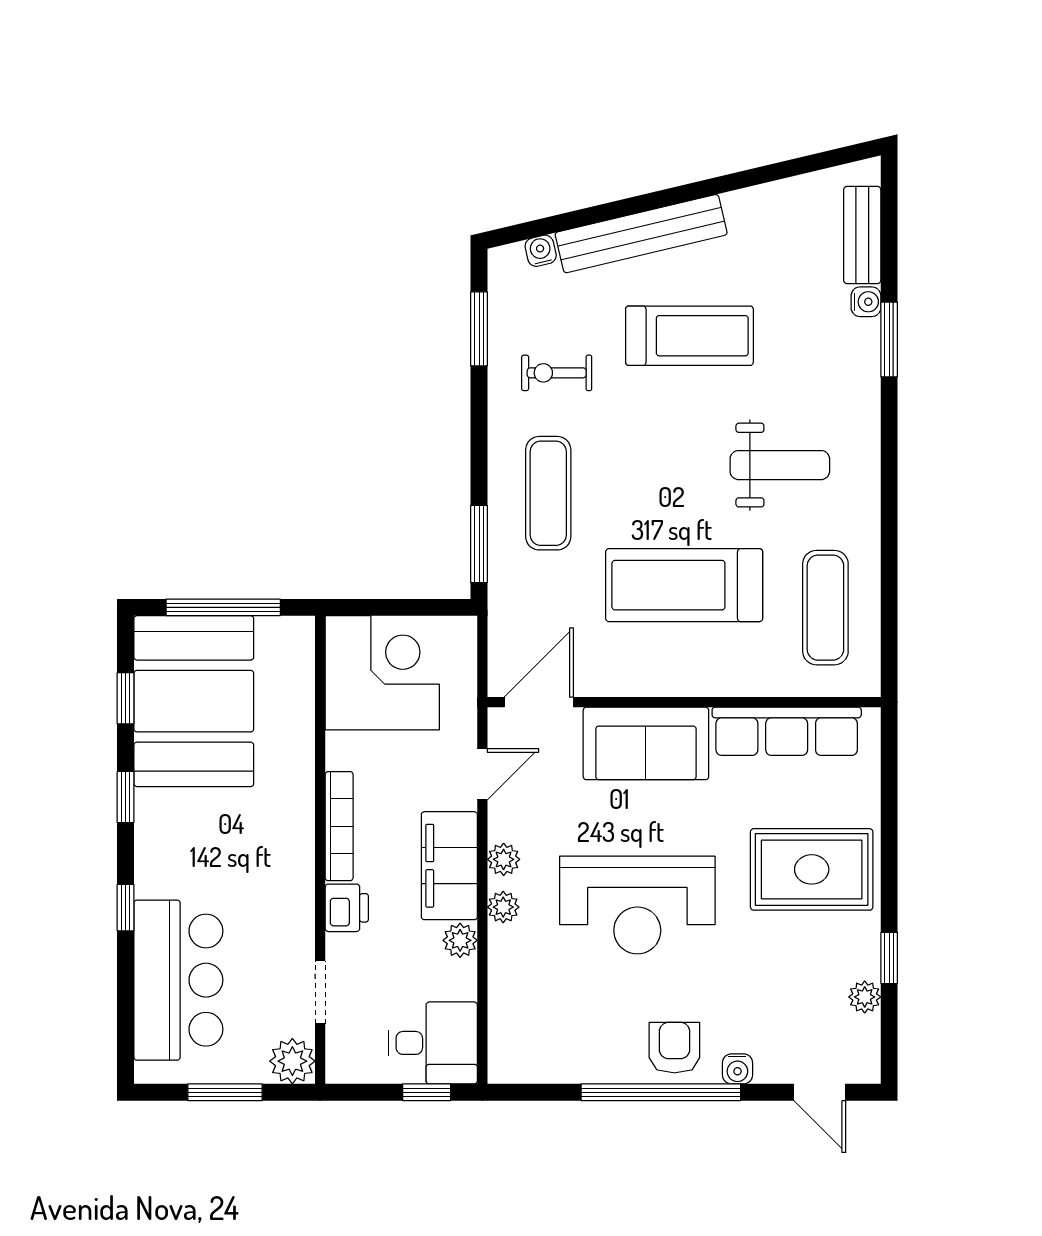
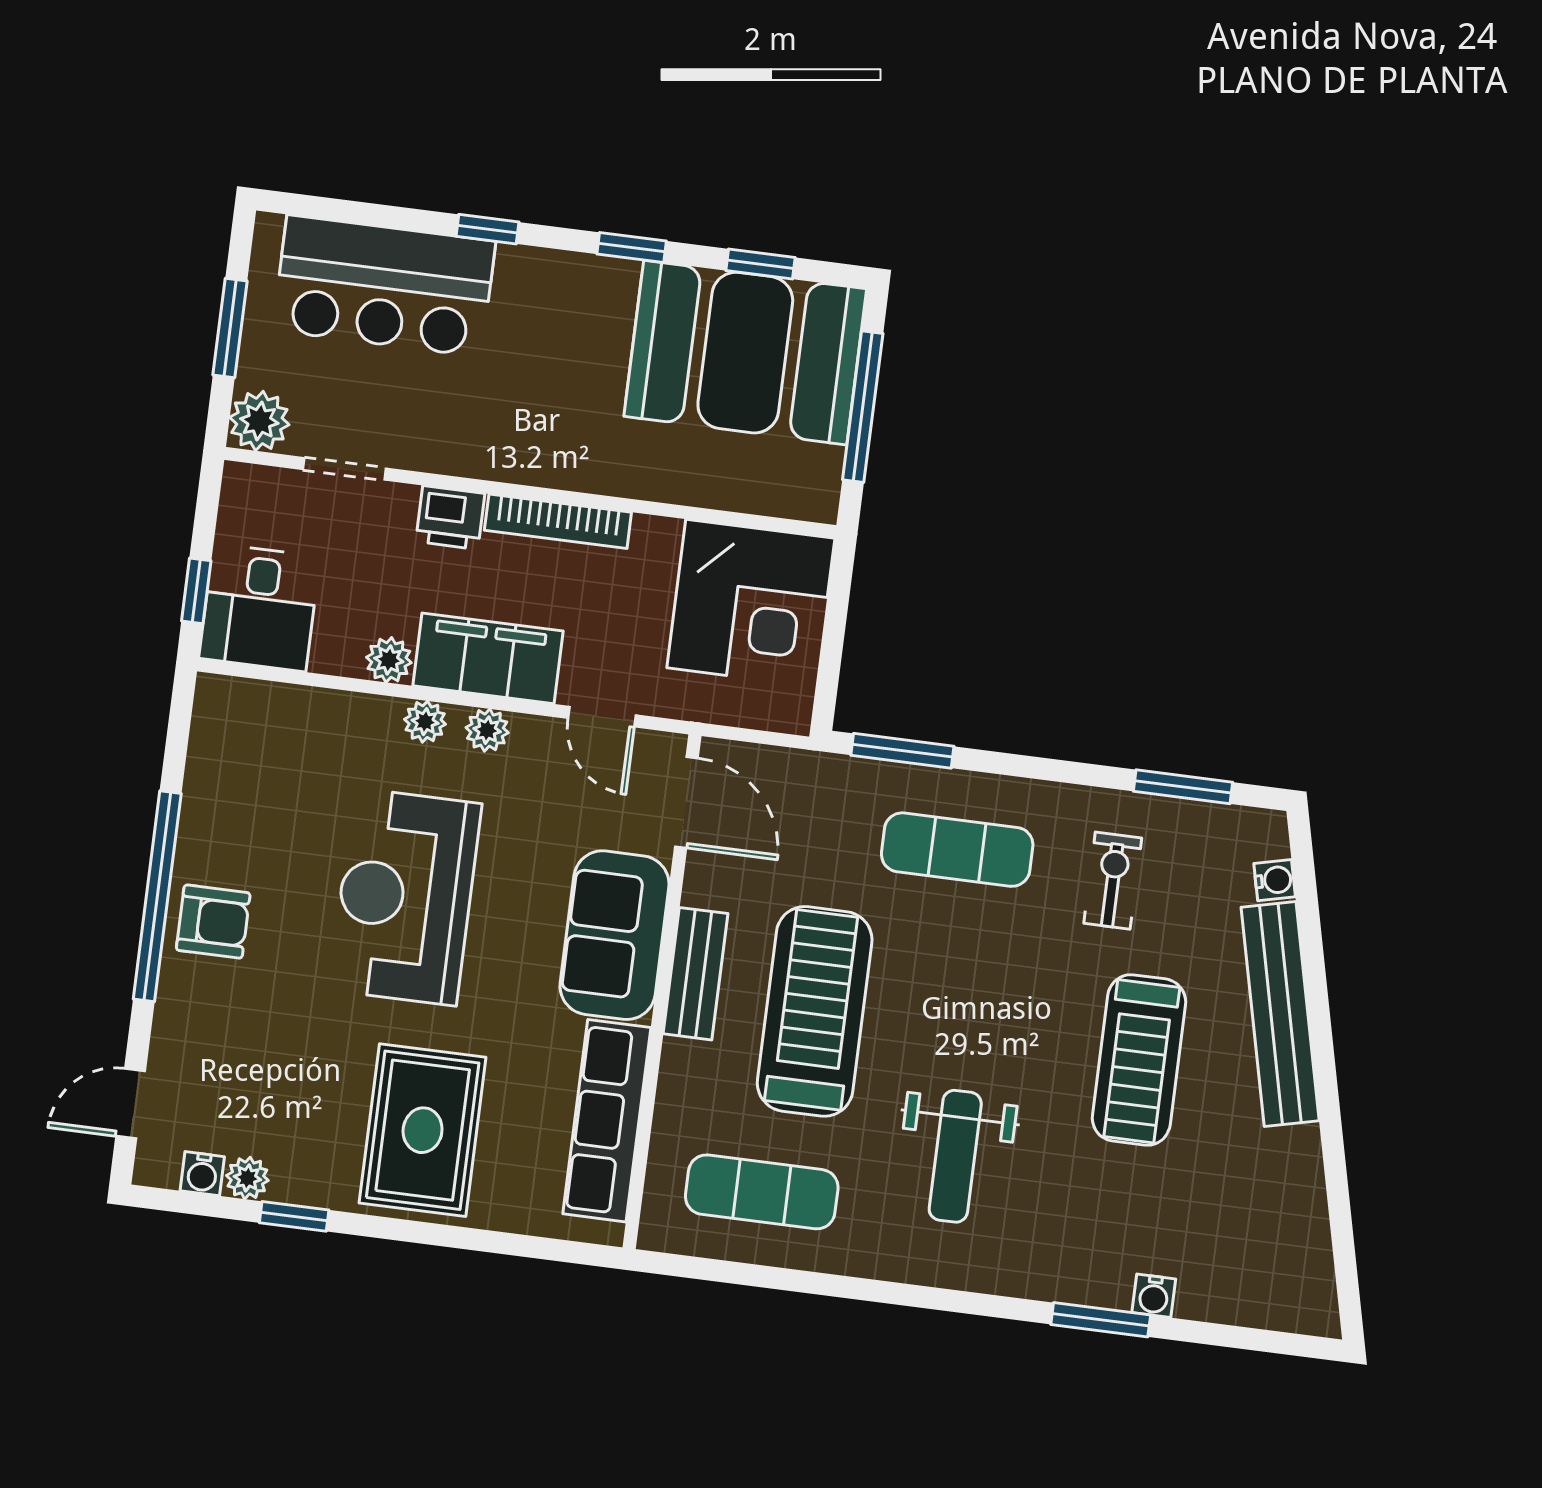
bench: (862, 235) -> (696, 974), moved, turned 90
water cooler: (737, 1069) -> (202, 1174), moved, turned -90

